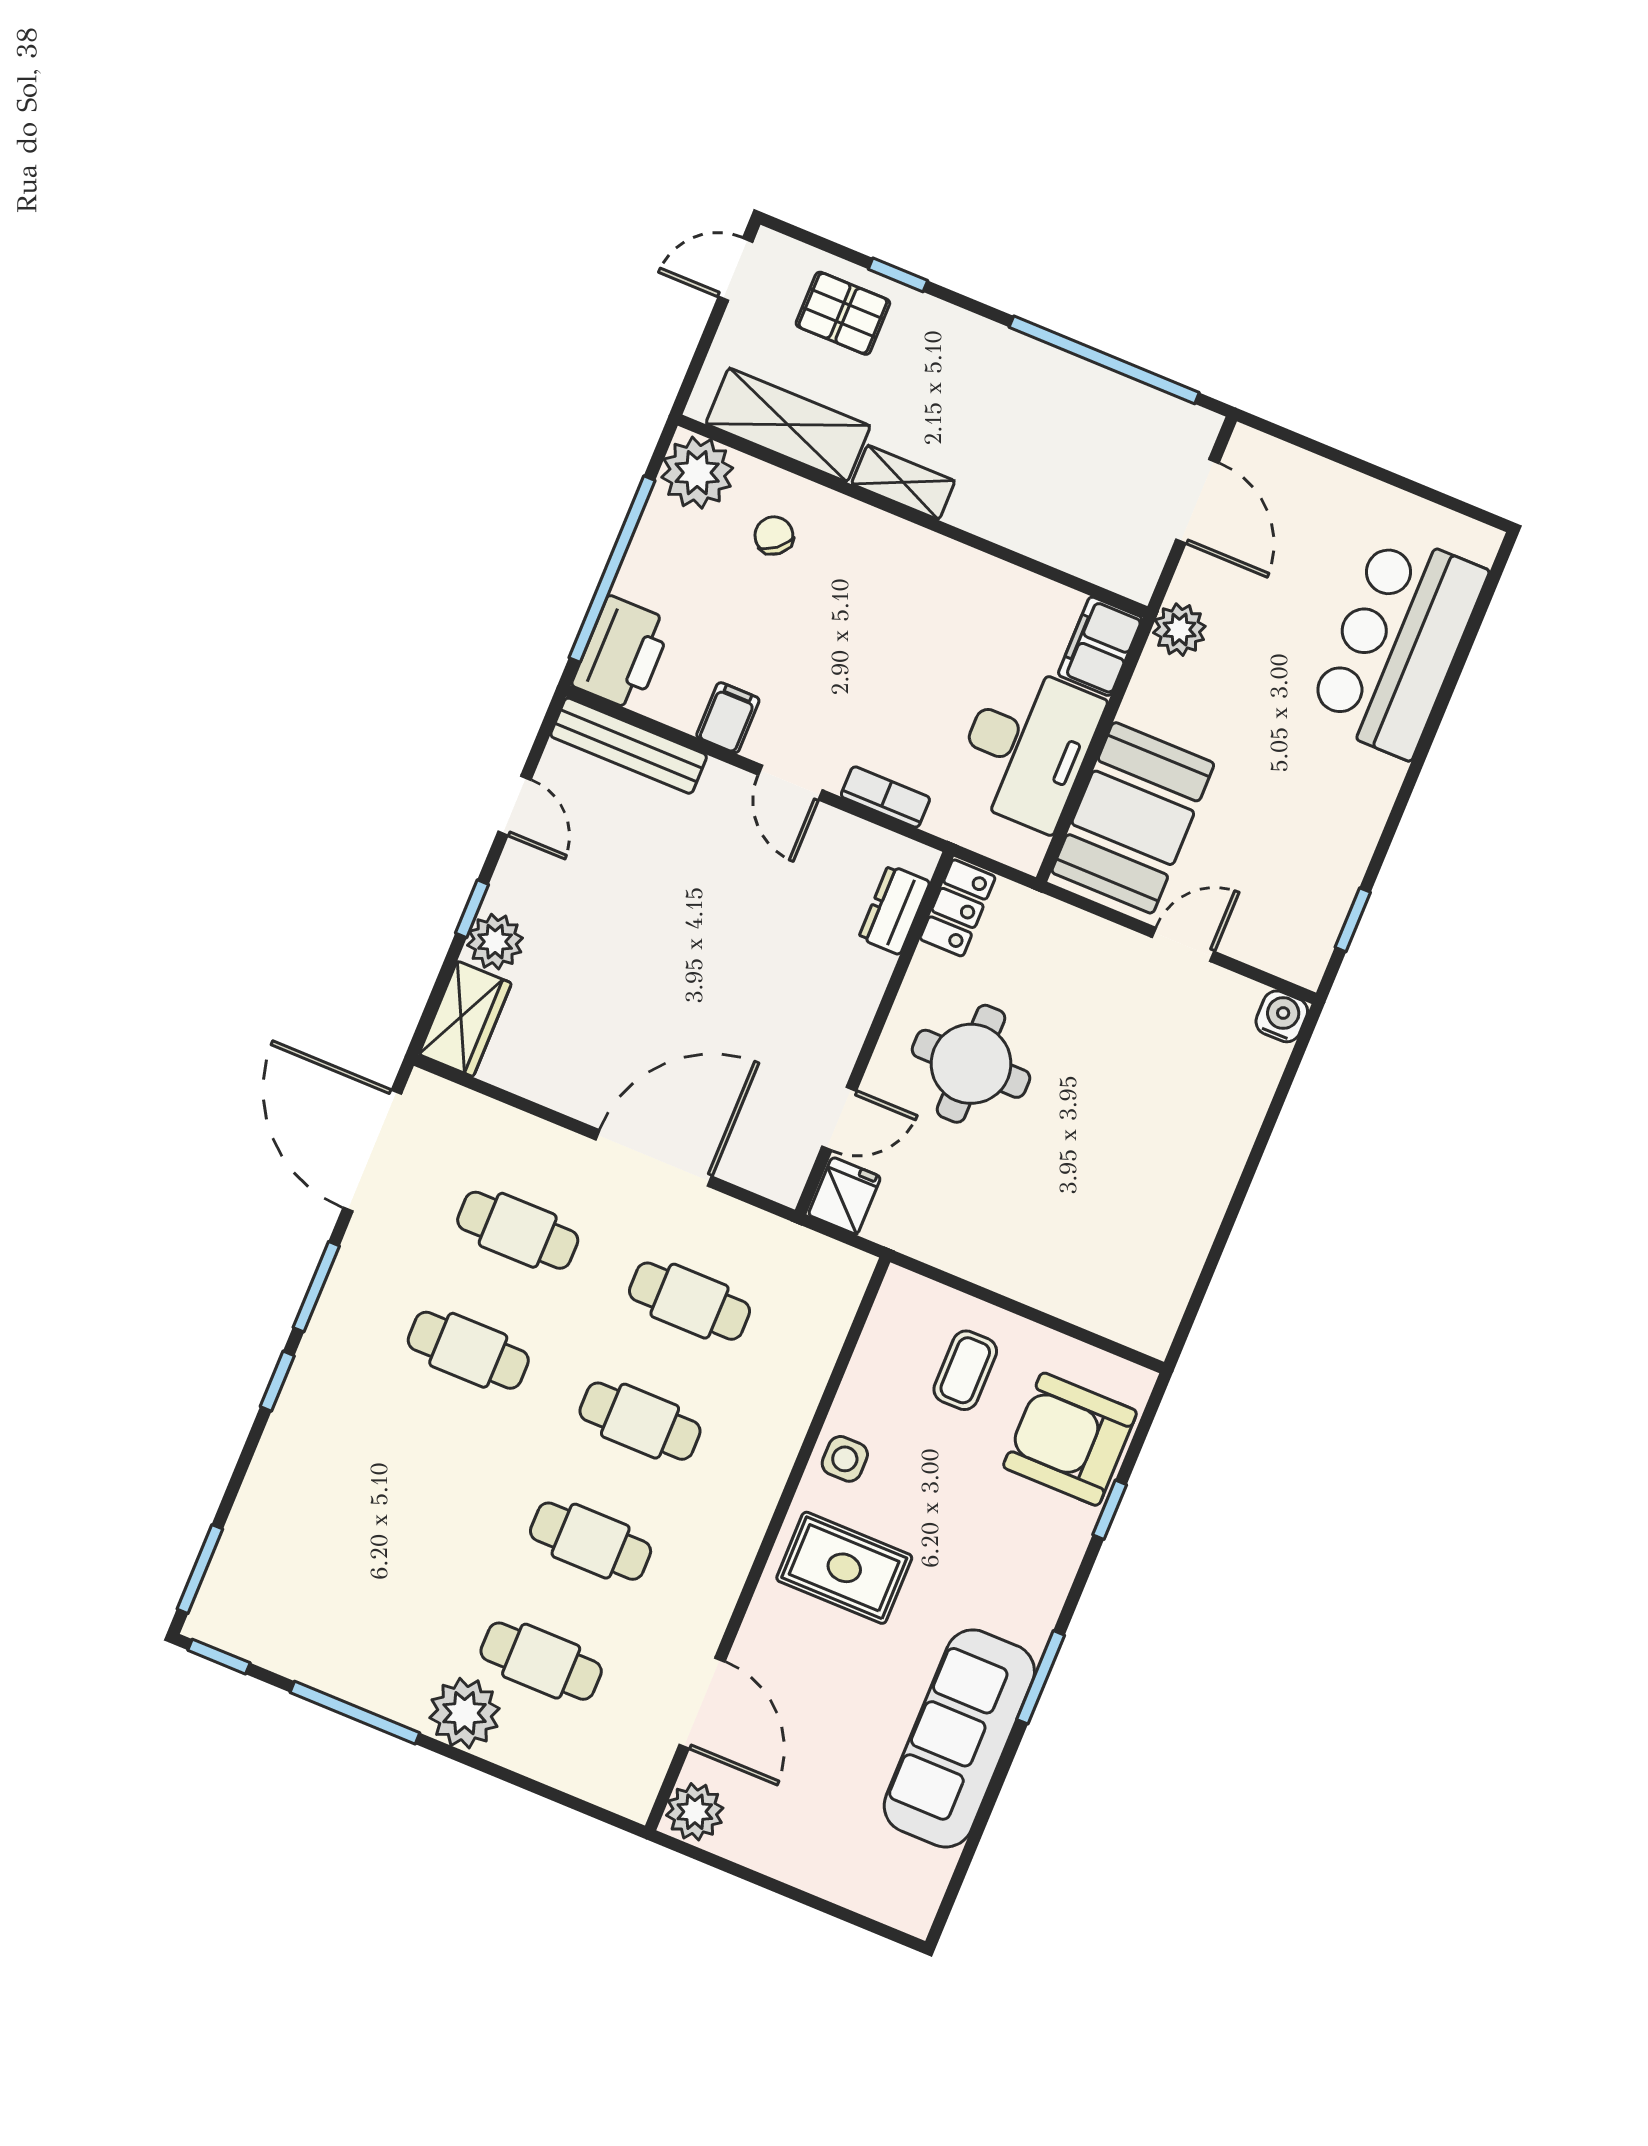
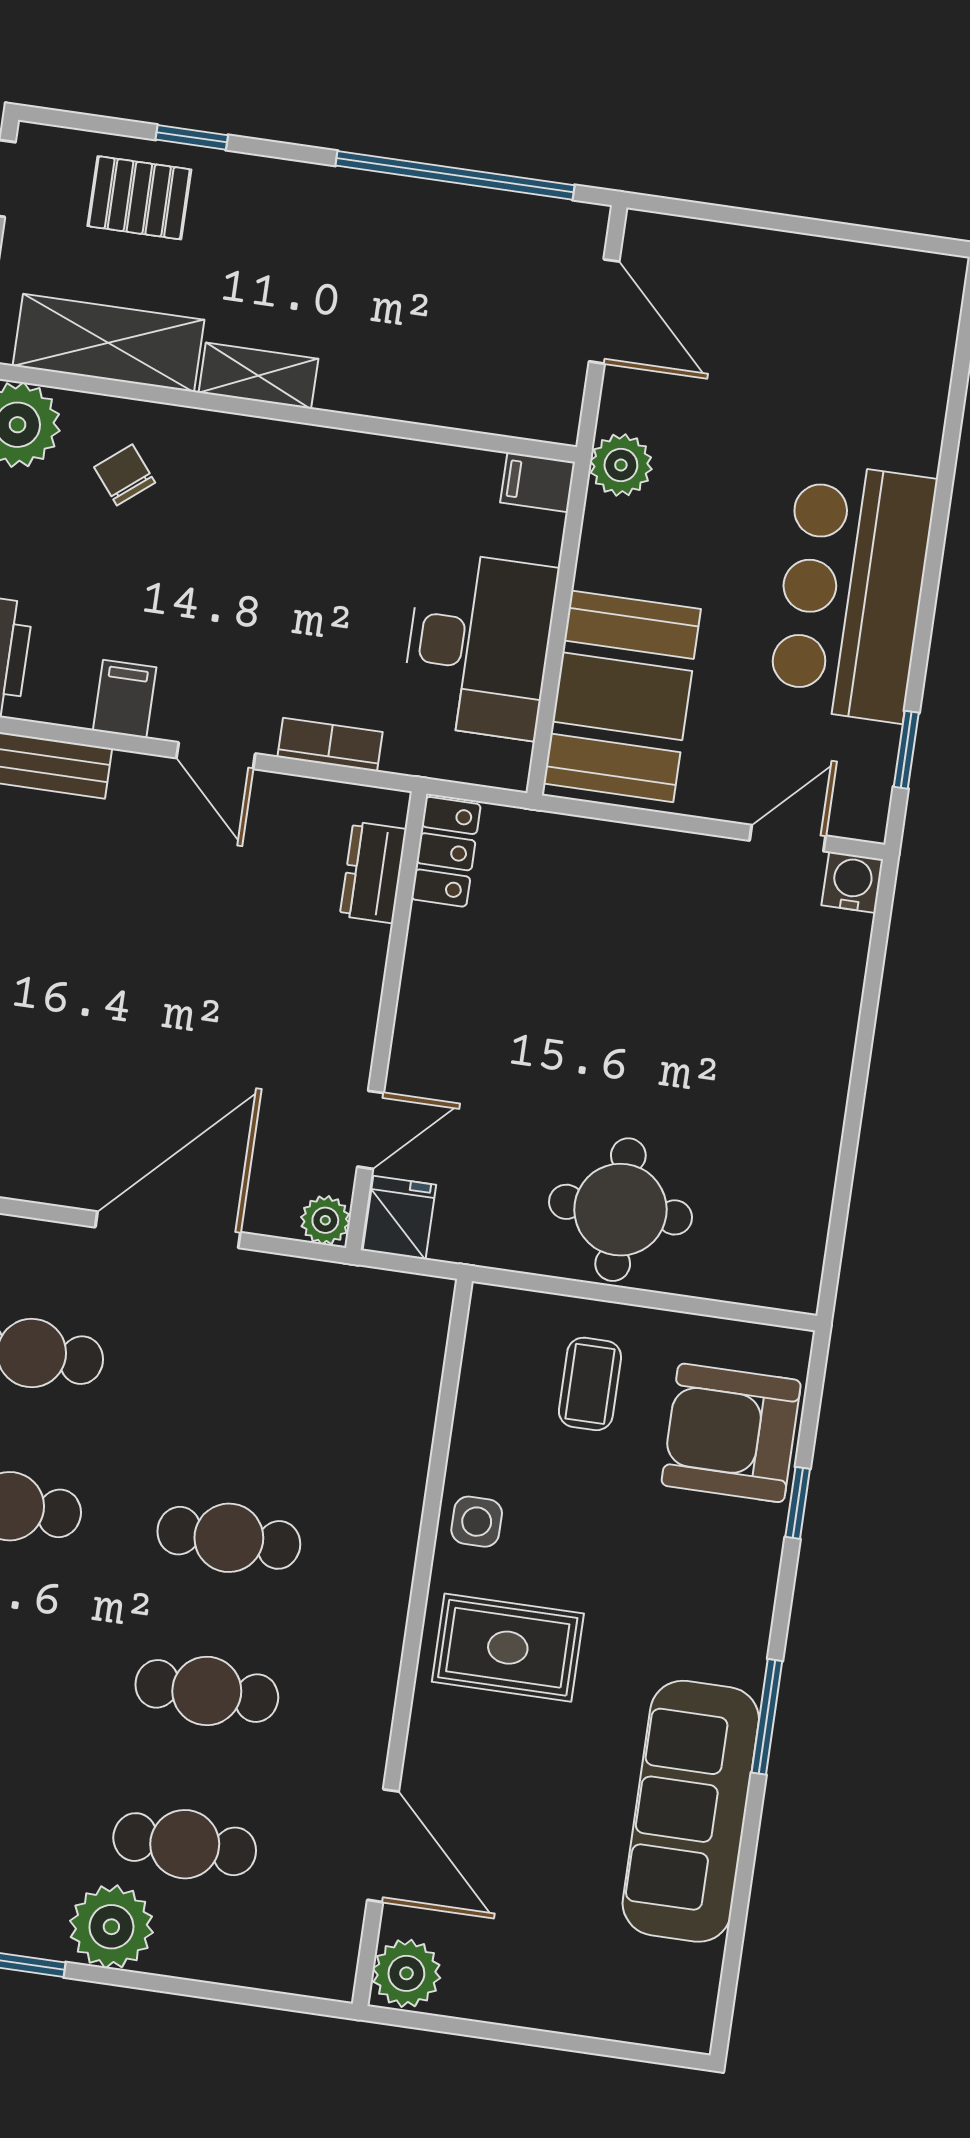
bar counter: (1397, 644) -> (852, 592), moved
filing cabinet: (1100, 646) -> (538, 482), width x0.50
door: (1183, 944) -> (788, 838), moved
round table: (971, 1064) -> (620, 1210), moved
plant: (784, 1183) -> (325, 1220), added
cafe table: (689, 1301) -> (251, 1385), removed

